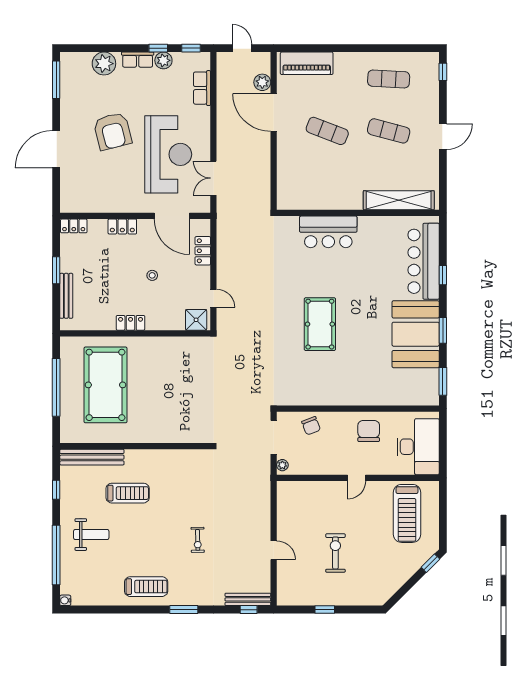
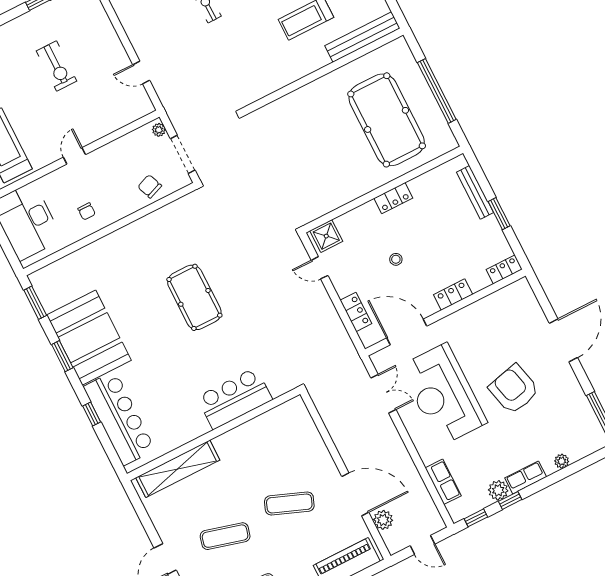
plant: (104, 64) -> (562, 461), width x0.53, depth x0.53
chair: (369, 431) -> (87, 211), width x0.54, depth x0.54
door: (274, 550) -> (141, 72), moved

